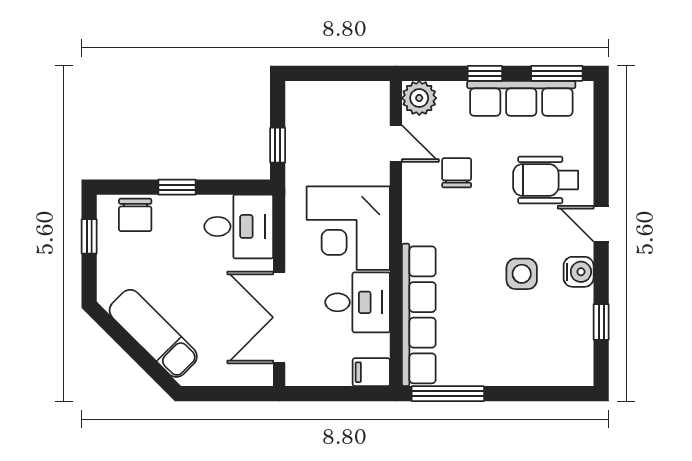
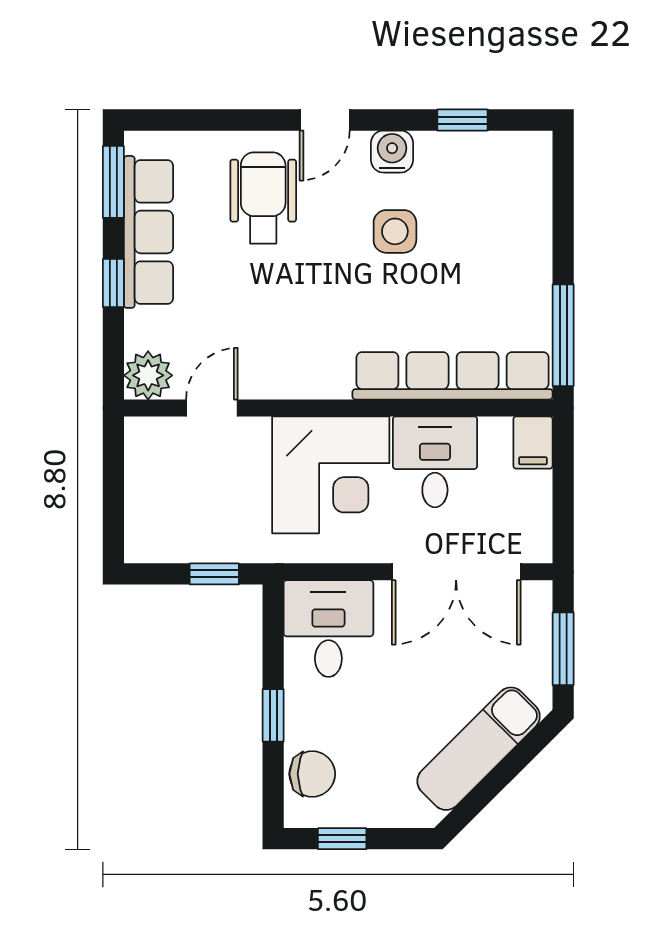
chair: (457, 173) -> (253, 323), removed
wheelchair: (546, 180) -> (263, 198), turned 180
window: (224, 394) -> (563, 649), added

